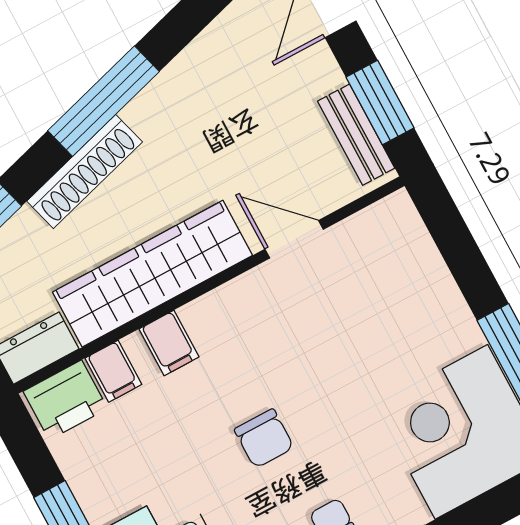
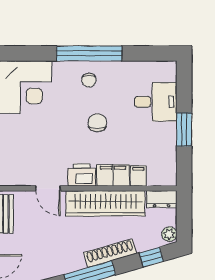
filing cabinet: (169, 343) -> (113, 175), width x2.00
printer: (65, 400) -> (82, 175), moved

